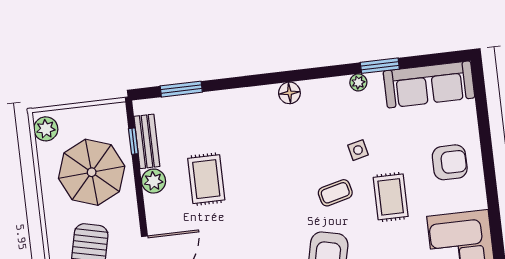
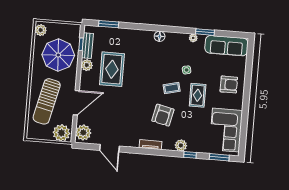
rug: (206, 179) -> (112, 69), width x1.36, depth x1.43

